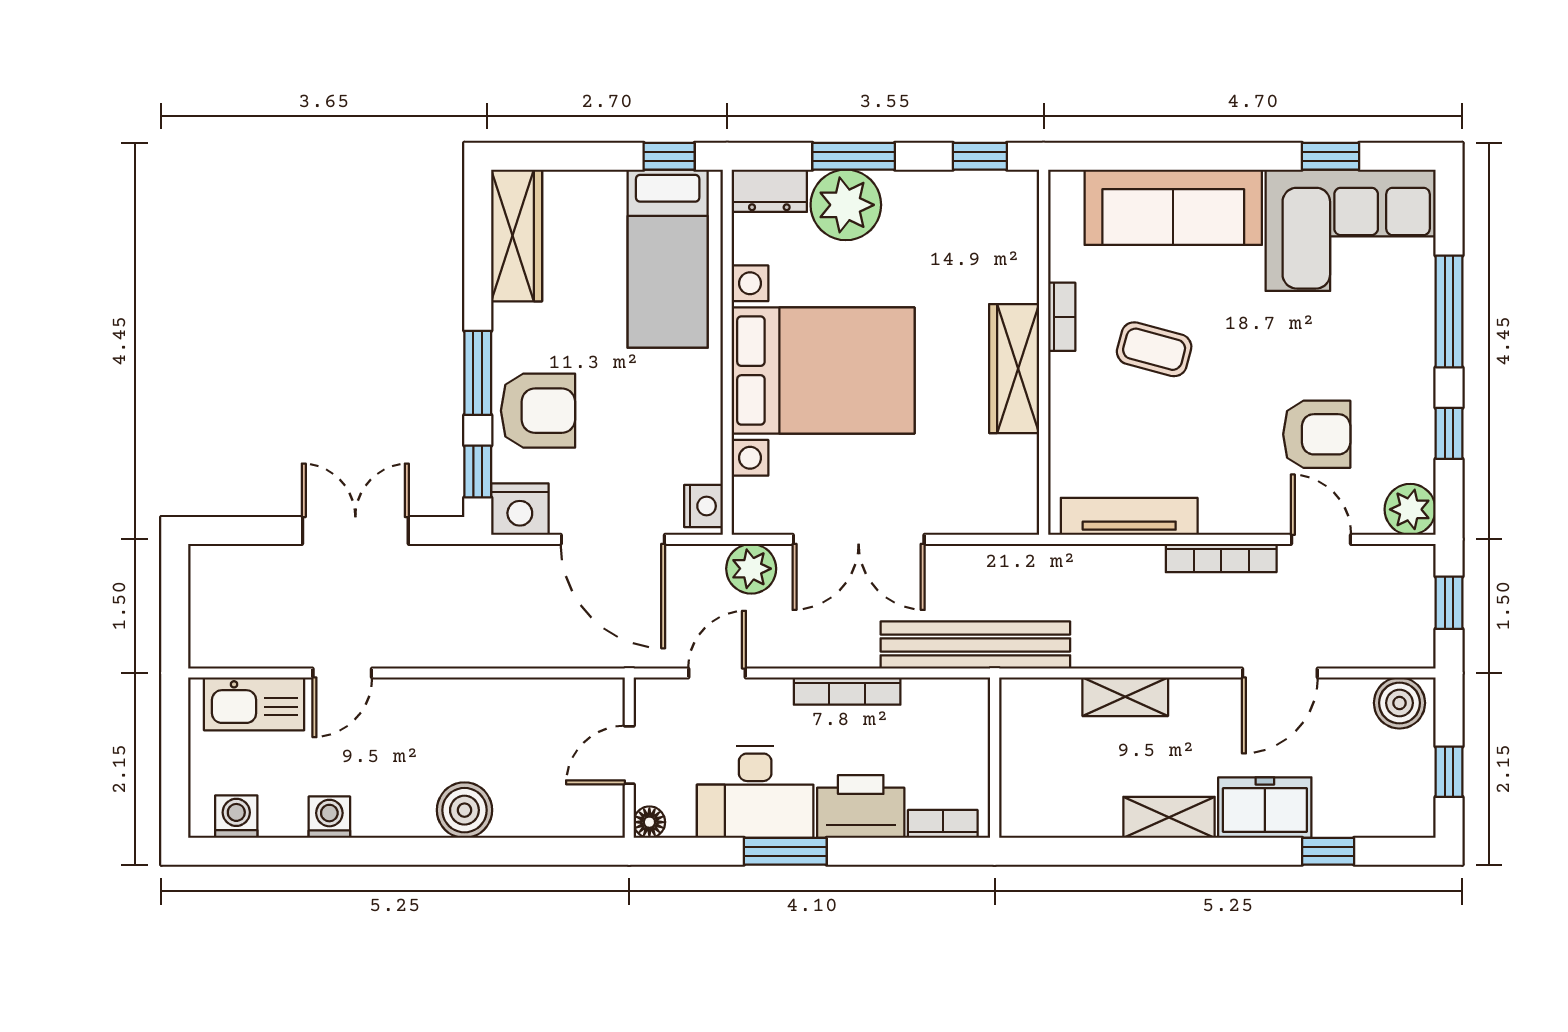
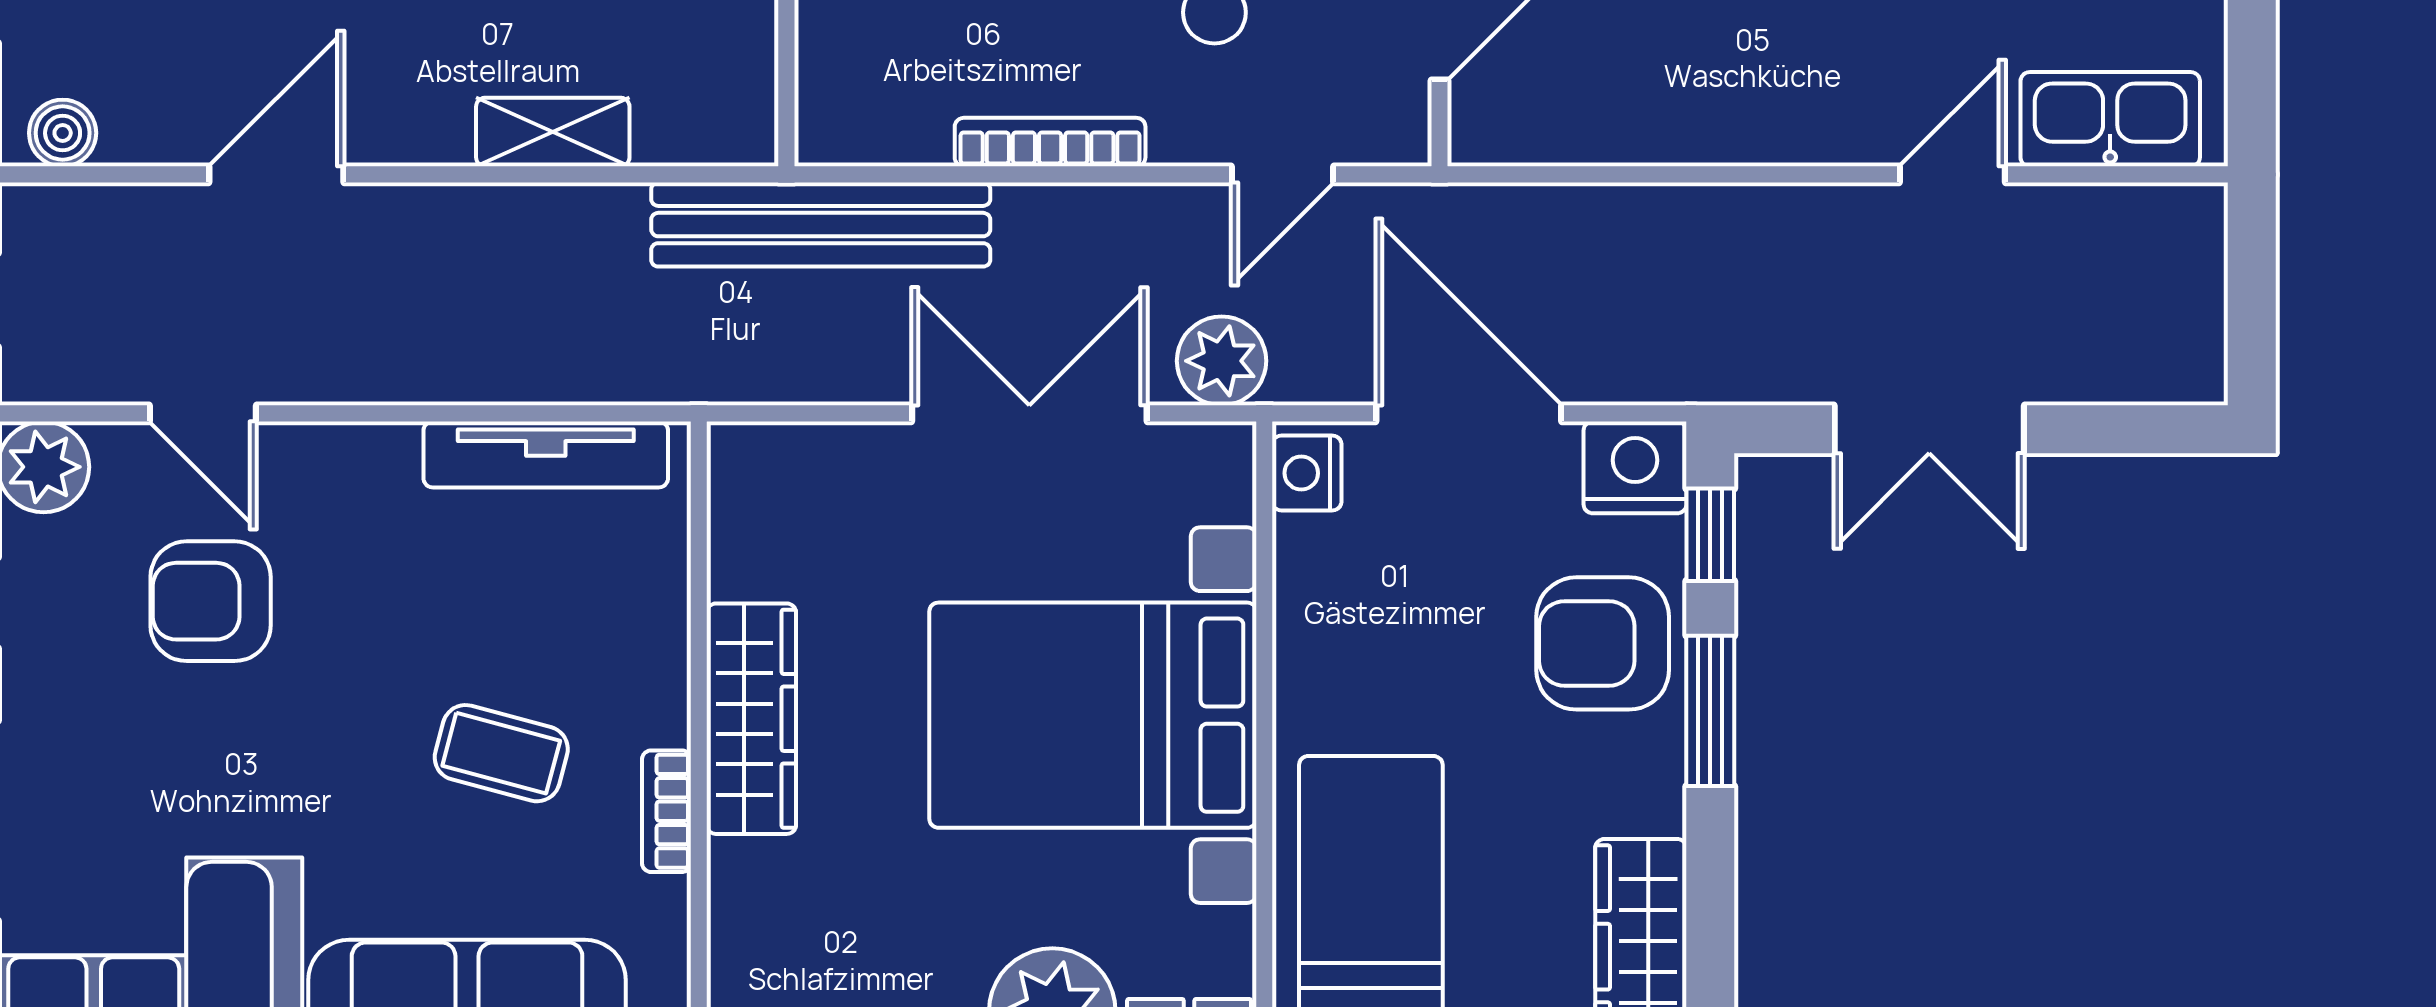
bookcase: (1221, 558) -> (381, 380), removed
boiler: (1399, 703) -> (63, 133), width x0.73, depth x0.73

